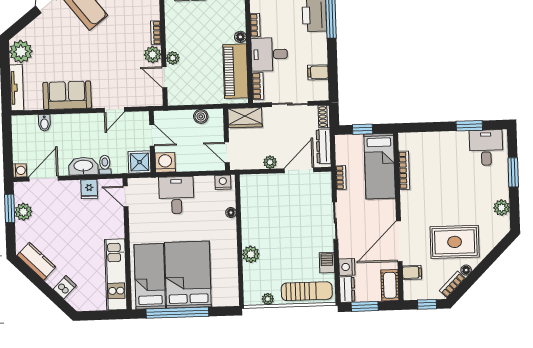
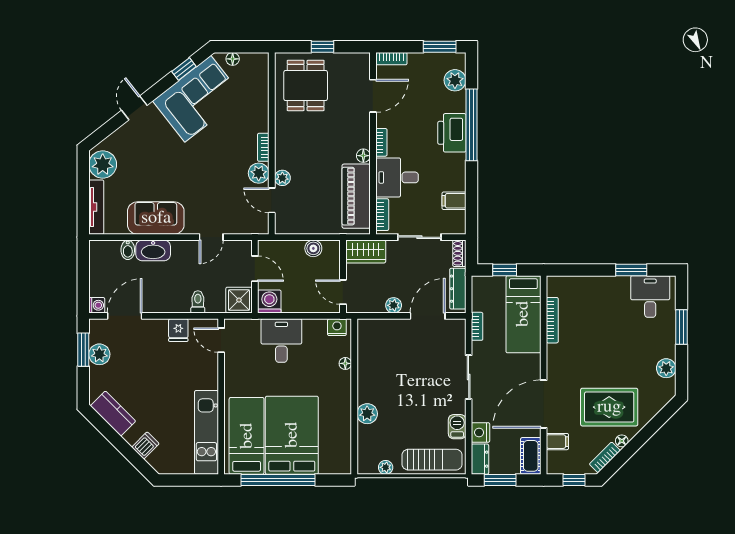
washbasin: (83, 166) -> (153, 250), moved, turned 180

